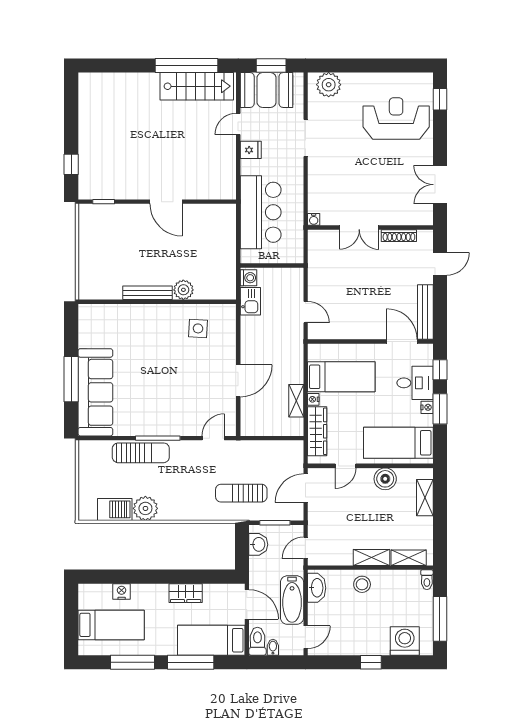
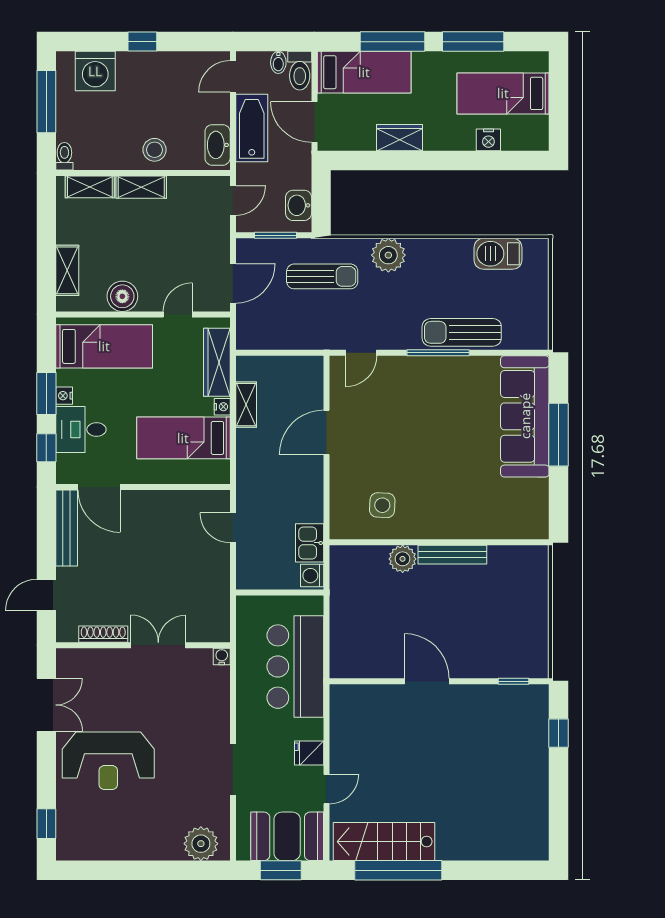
reception desk: (396, 118) -> (108, 761), moved
plant: (145, 508) -> (388, 255), moved

